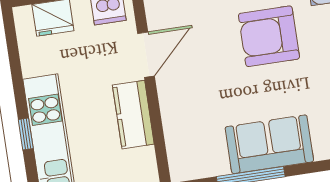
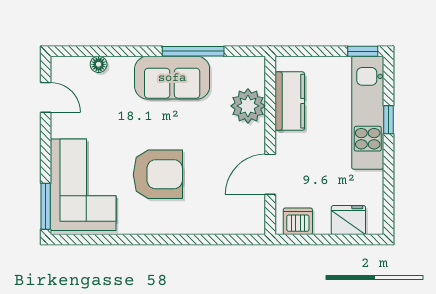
kitchen counter: (133, 115) -> (290, 101), moved
plant: (182, 126) -> (248, 106), added

